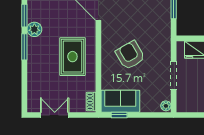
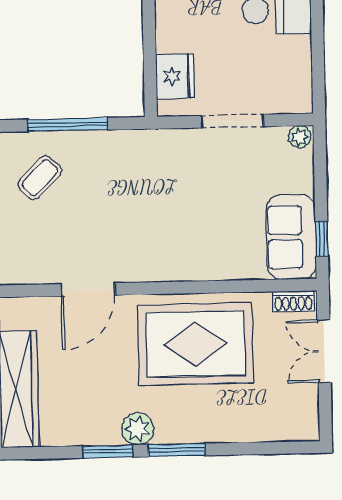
armchair: (130, 55) -> (190, 217), removed
rug: (72, 57) -> (196, 344), width x1.37, depth x1.44
double door: (55, 115) -> (324, 351), moved

